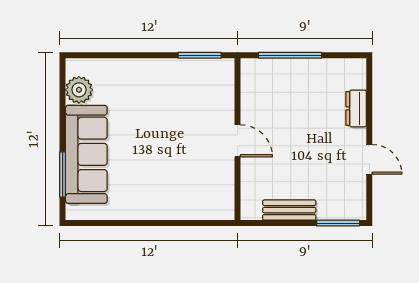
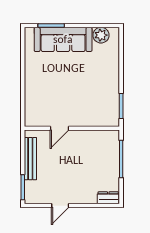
dresser: (356, 108) -> (108, 198), moved
door: (238, 141) -> (60, 128), moved
bench: (289, 210) -> (30, 159), width x1.36

